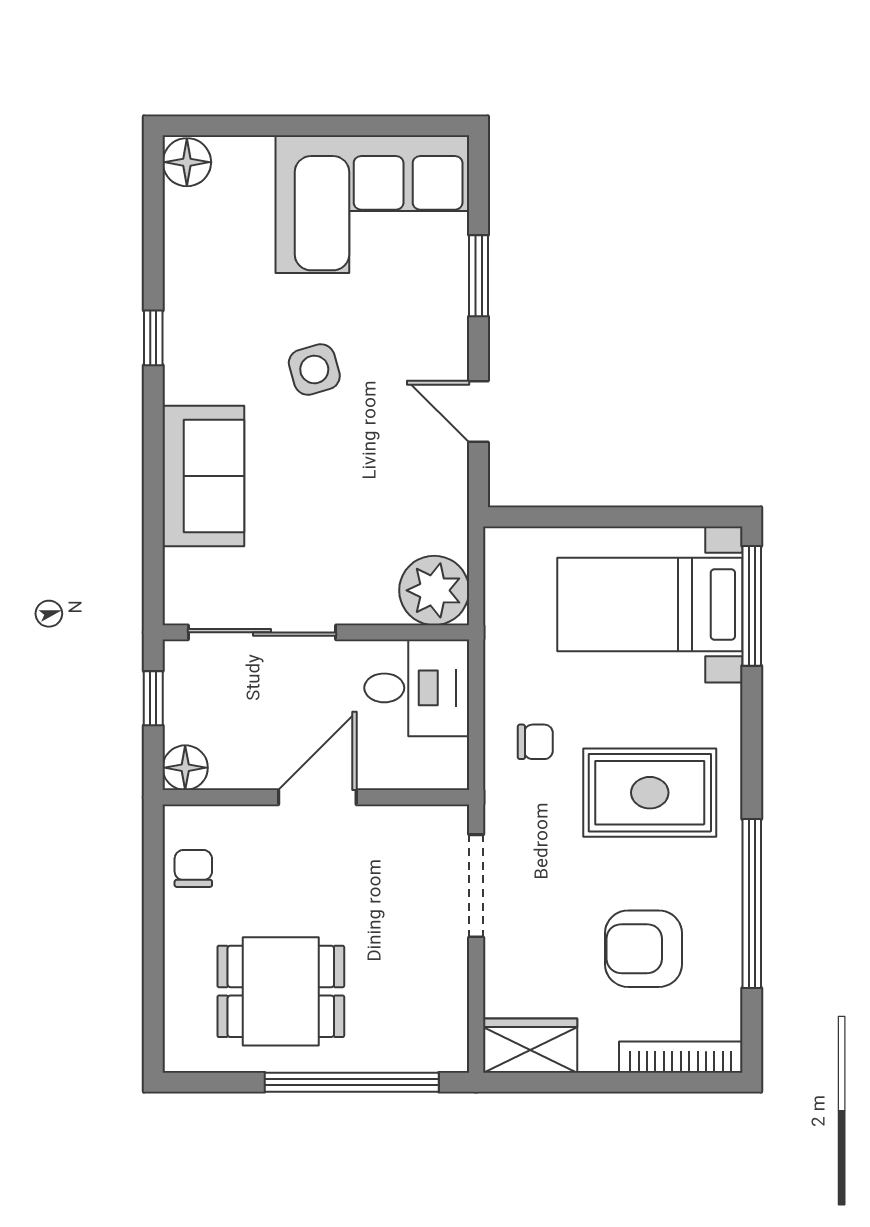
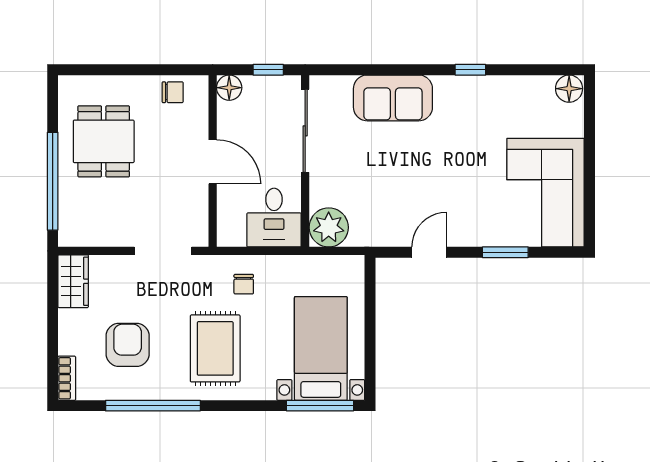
side table: (314, 369) -> (453, 160), removed
bookcase: (681, 1057) -> (67, 378), width x0.64

